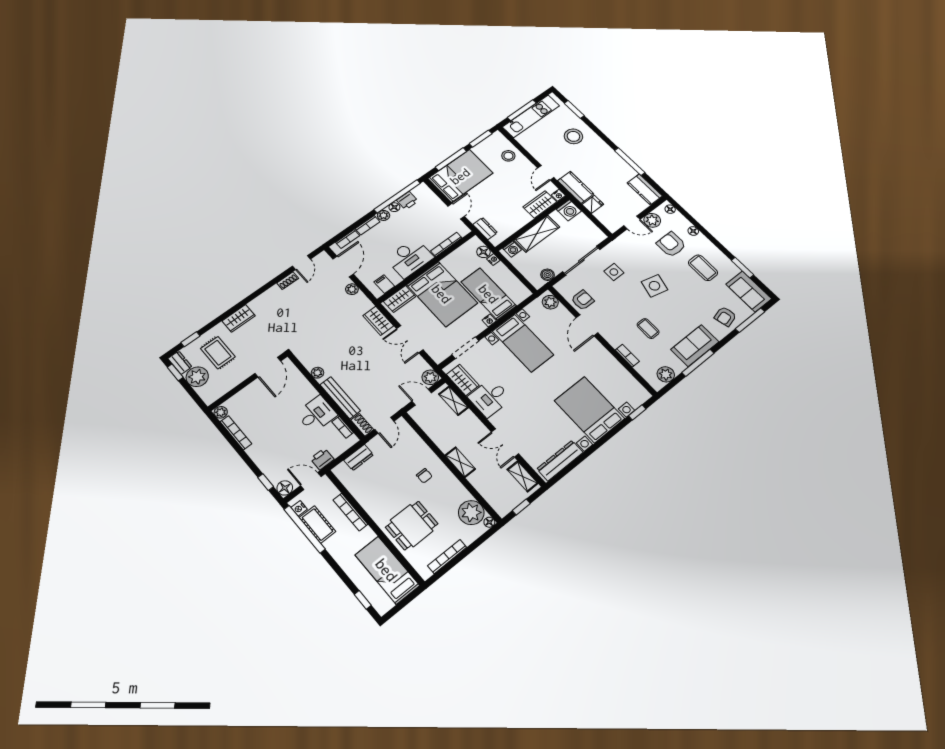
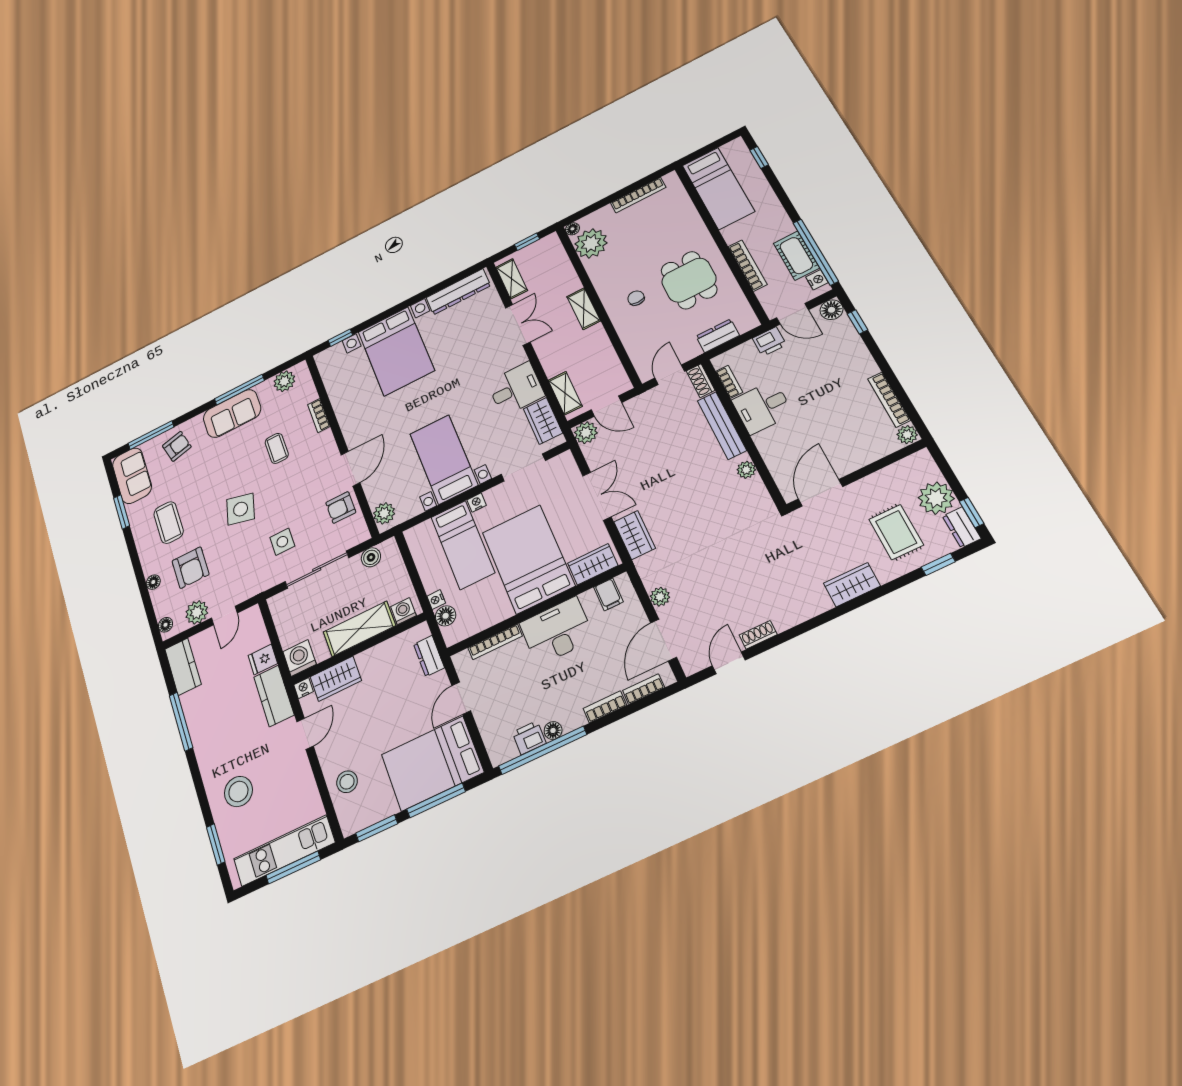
plant: (384, 215) -> (575, 719), removed
door: (632, 222) -> (224, 615), swing flipped
dining table: (412, 525) -> (689, 280), moved, turned 90

